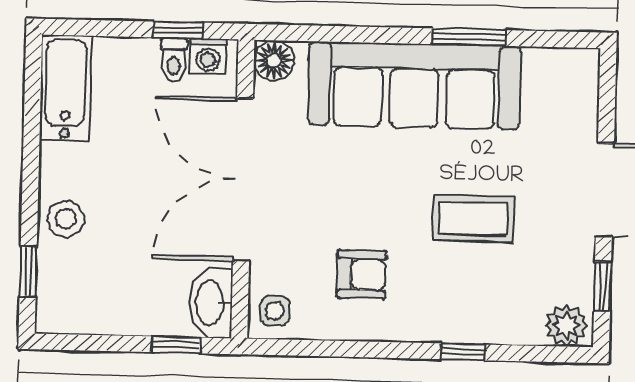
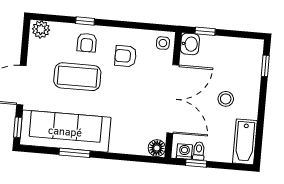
sofa: (414, 86) -> (65, 131), moved
coffee table: (473, 218) -> (77, 77), width x1.36, depth x1.32
stool: (66, 219) -> (226, 99), moved
window: (602, 286) -> (18, 127), moved
armchair: (456, 301) -> (87, 43), added
washbasin: (211, 303) -> (190, 44), width x0.72

